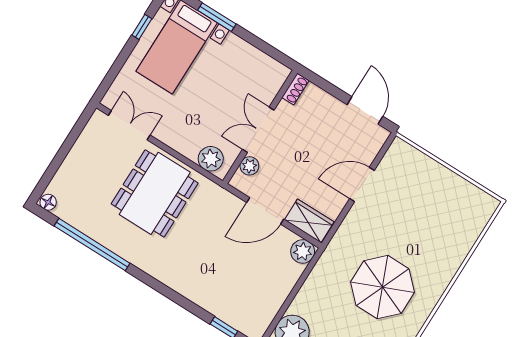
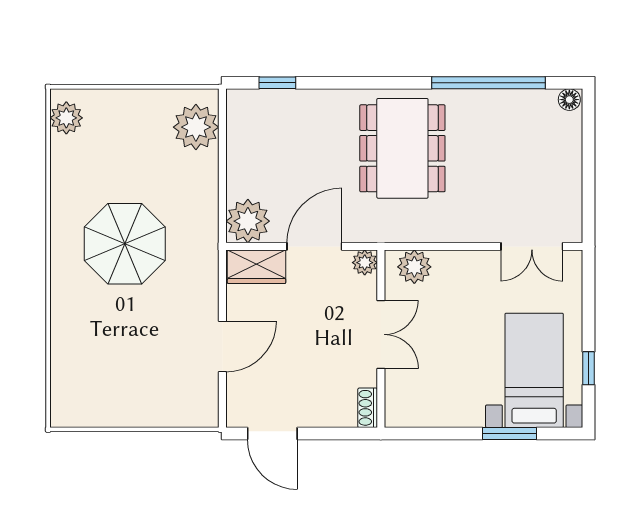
plant: (249, 166) -> (365, 263), moved
dining table: (155, 193) -> (402, 148), moved
plant: (303, 251) -> (248, 221), width x1.36, depth x1.36

